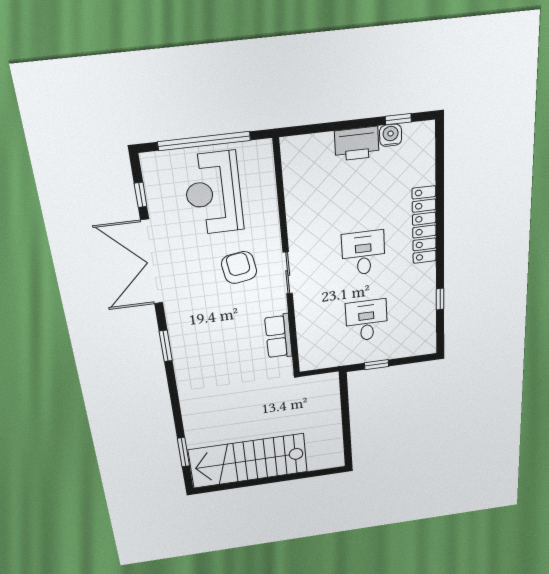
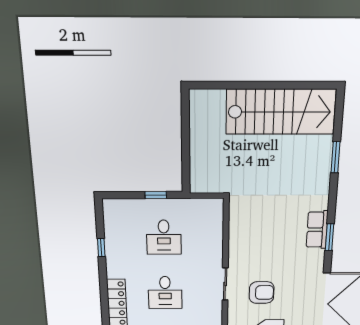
armchair: (239, 268) -> (262, 293), turned -81
row of seats: (279, 336) -> (317, 230), moved, turned 180
window: (183, 452) -> (336, 157), moved

